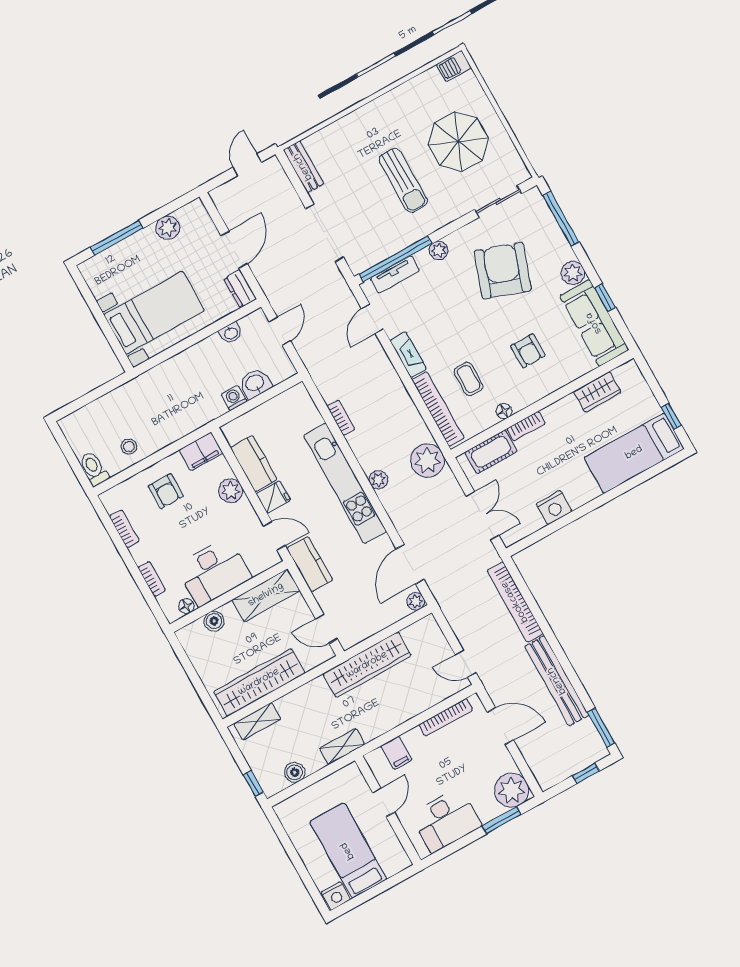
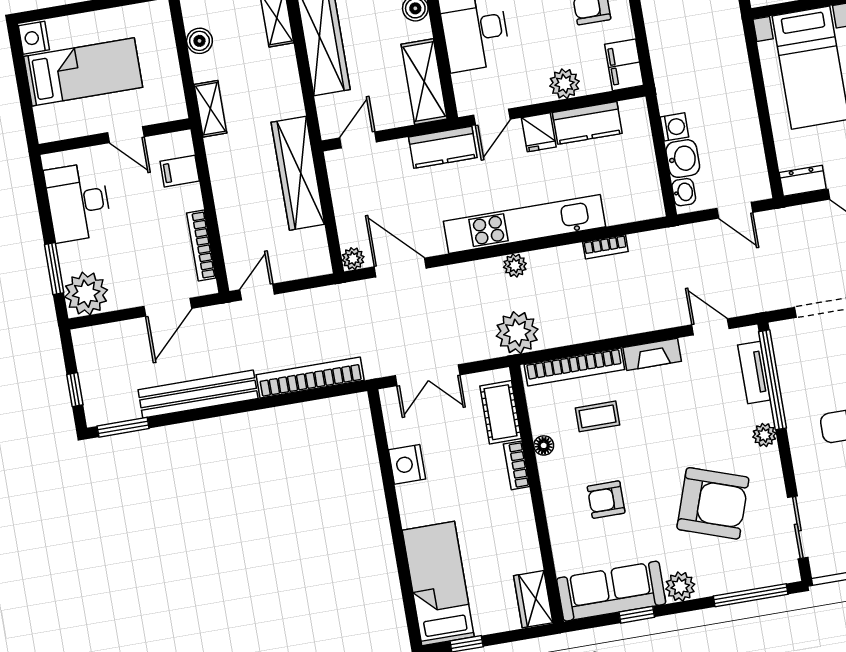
washbasin: (231, 333) -> (684, 192), moved, turned 180
wardrobe: (597, 392) -> (533, 599), moved

